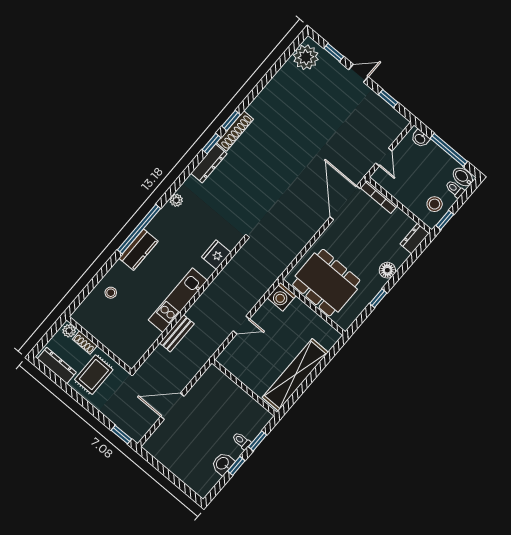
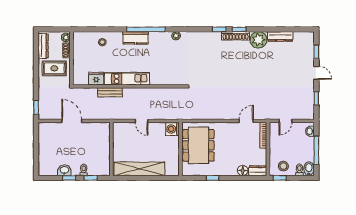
plant: (306, 57) -> (258, 40), moved
dresser: (209, 164) -> (280, 36), moved
door: (345, 203) -> (246, 121), width x0.53
fridge: (216, 255) -> (96, 79), moved
floor lamp: (387, 270) -> (243, 171), moved

